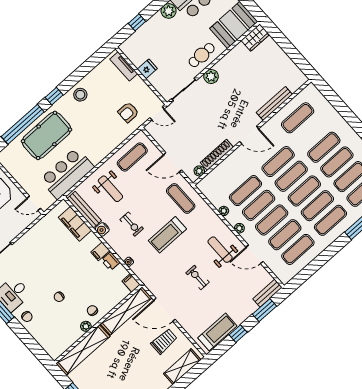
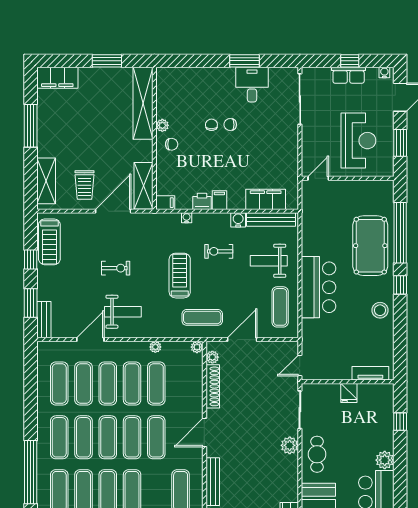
armchair: (128, 112) -> (324, 340), removed
bar counter: (67, 173) -> (319, 287), moved
plant: (239, 228) -> (197, 347), moved
shelving: (126, 311) -> (143, 186), width x0.68
chair: (27, 317) -> (230, 125), moved

